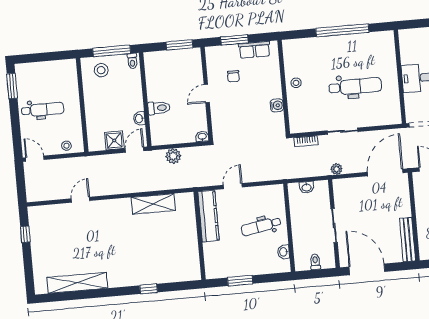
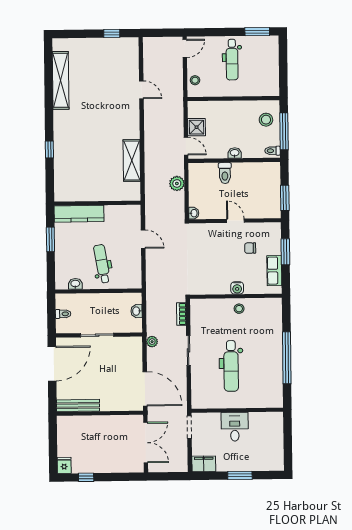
water cooler: (277, 105) -> (237, 288), moved
washbasin: (139, 119) -> (235, 153), moved
kitchen counter: (208, 216) -> (79, 214), moved

